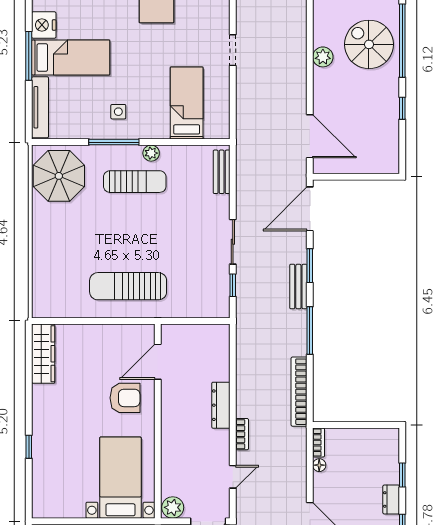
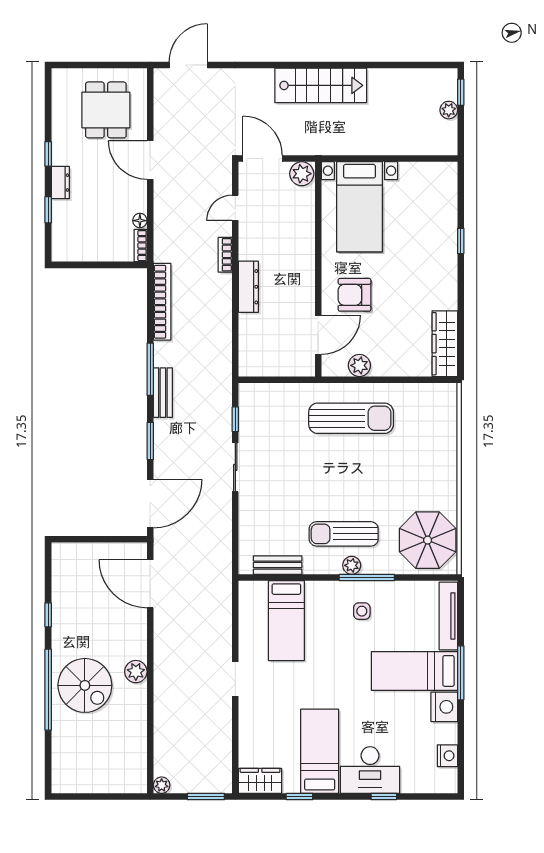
plant: (151, 153) -> (352, 565), moved
bench: (222, 172) -> (278, 565), moved, turned 90
bench: (298, 287) -> (163, 393), moved
plant: (121, 334) -> (359, 365), added

